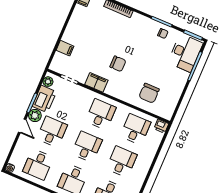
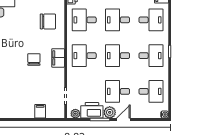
filing cabinet: (96, 82) -> (58, 58), moved

